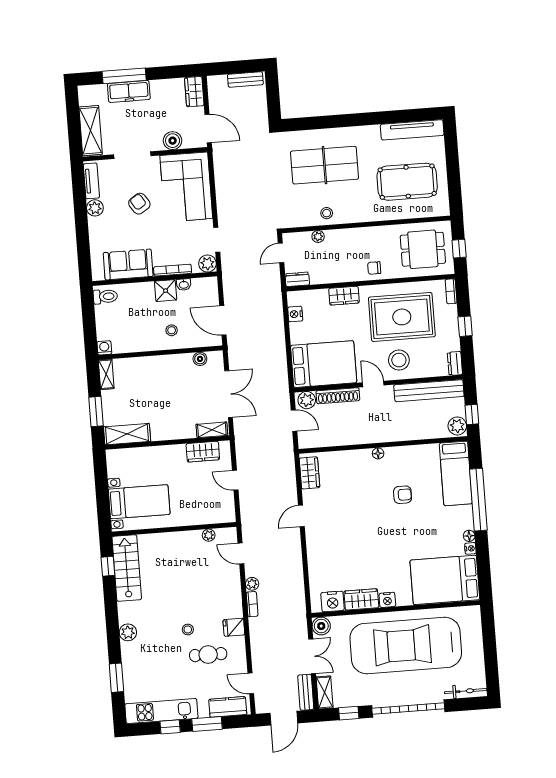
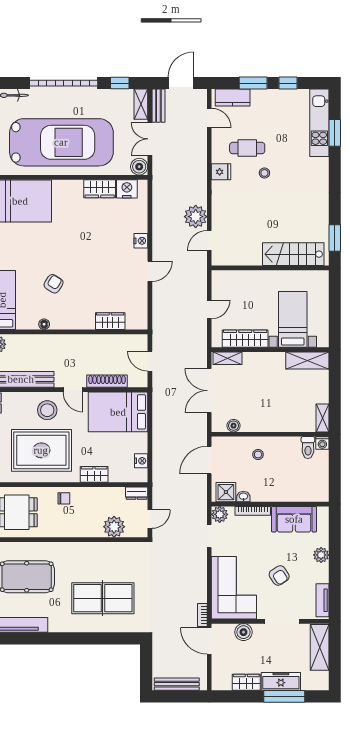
bench: (245, 79) -> (177, 684), width x1.36
wardrobe: (194, 92) -> (246, 682), moved, turned -90
plant: (95, 208) -> (321, 555), moved
stool: (327, 213) -> (104, 553), removed
plant: (318, 237) -> (114, 527), width x1.88, depth x1.88
shower: (166, 291) -> (226, 492), moved
toilet: (105, 296) -> (308, 448), moved, turned -90
door: (223, 320) -> (209, 460), swing flipped
plant: (307, 400) -> (137, 379), removed
window: (96, 412) -> (335, 384), removed
wardrobe: (203, 452) -> (245, 339), width x1.50
floor lamp: (378, 453) -> (44, 324), moved
wardrobe: (310, 473) -> (110, 321), moved, turned 90
door: (235, 480) -> (209, 309), hinge flipped
armchair: (403, 495) -> (54, 284), turned 122
bed with nightstands: (139, 502) -> (293, 319), moved, turned 90
plant: (209, 535) -> (238, 260), removed
door: (241, 554) -> (209, 240), swing flipped
window: (108, 566) -> (335, 238), width x1.50
stairs: (127, 568) -> (293, 254), moved, turned 90
plant: (252, 584) -> (196, 217), width x1.88, depth x1.88
nightstand: (387, 600) -> (141, 241), moved, turned 90
bookcase: (252, 604) -> (202, 615), moved
plant: (128, 632) -> (321, 175), removed
kitchen unit: (161, 711) -> (319, 123), moved, turned 90

